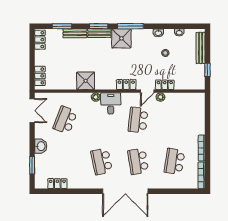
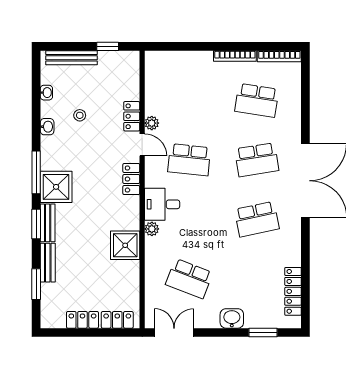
locker: (40, 40) -> (82, 320), moved
locker: (57, 184) -> (293, 291), width x1.53

